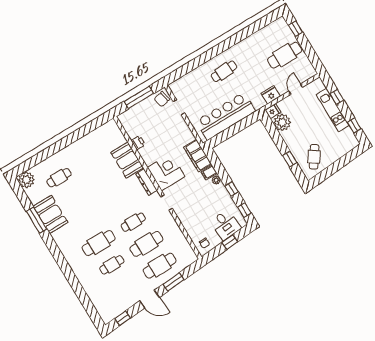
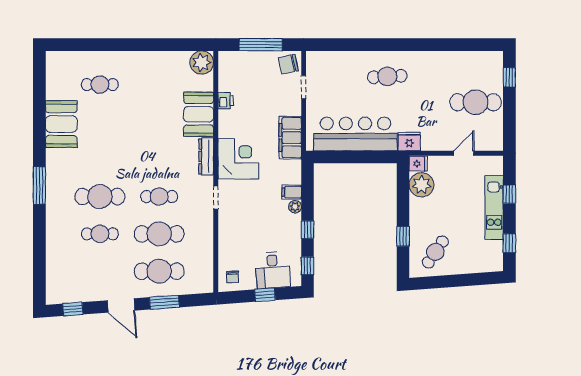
fridge: (271, 95) -> (409, 141), moved
filing cabinet: (198, 156) -> (290, 138), moved
plant: (26, 180) -> (202, 63), moved
window: (36, 220) -> (39, 185), moved

